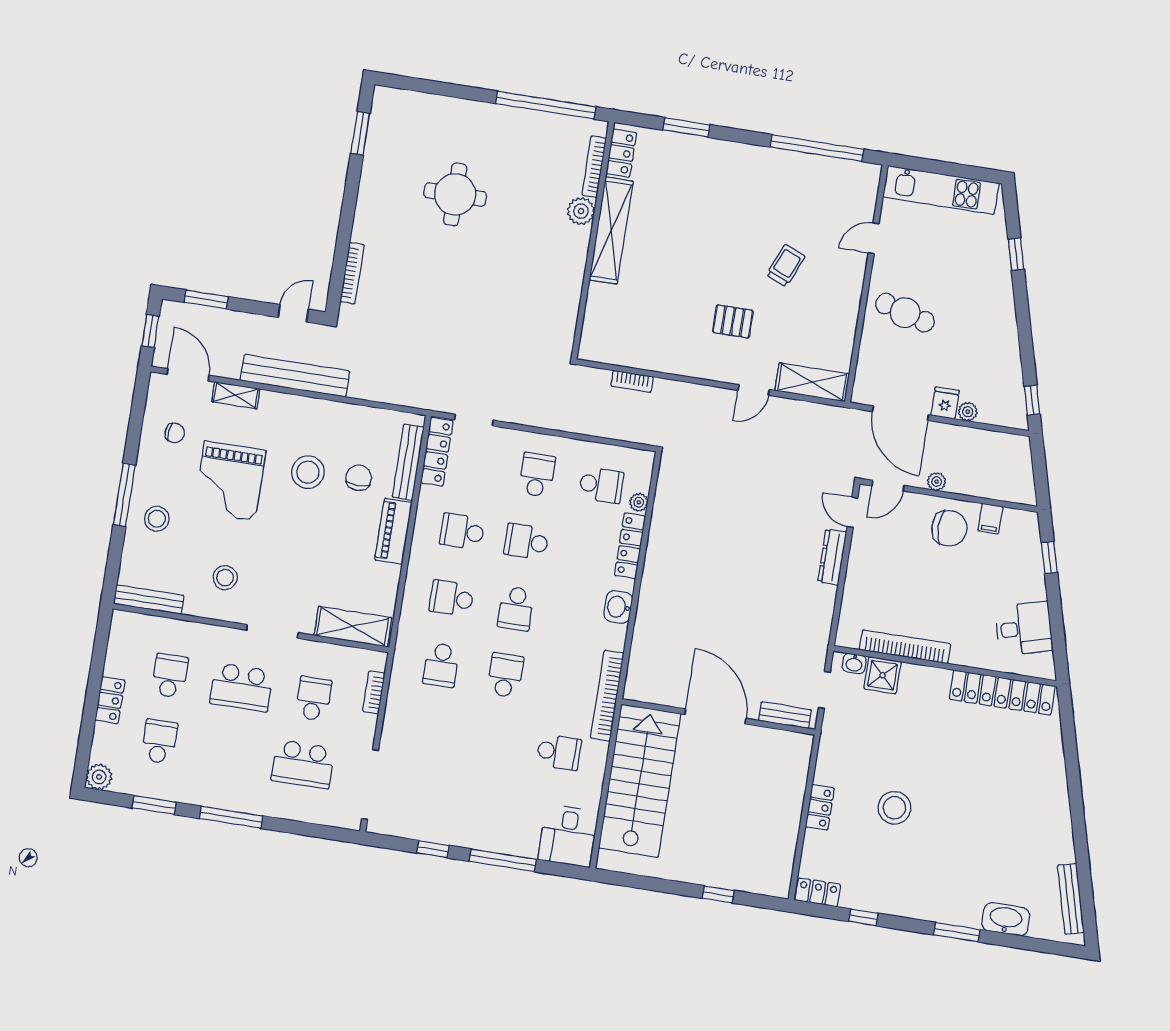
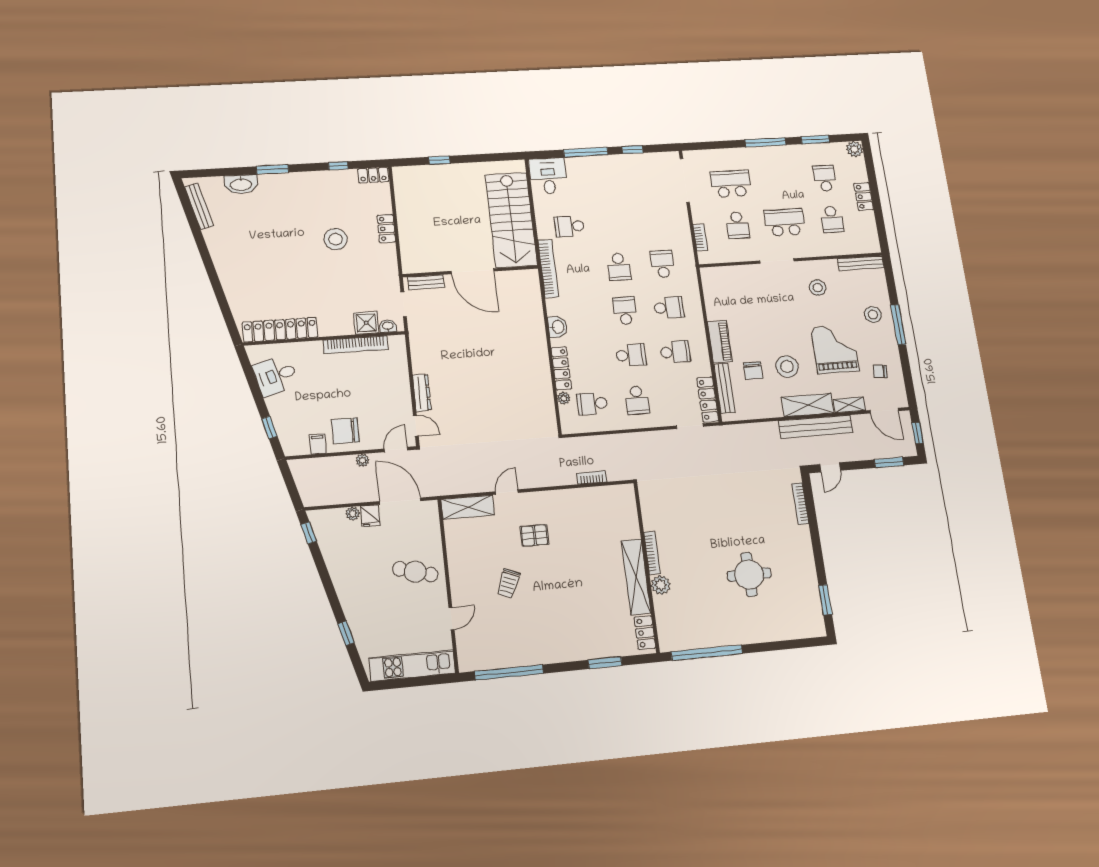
bookcase: (594, 167) -> (652, 553), moved
shelving: (353, 627) -> (808, 405), moved
school desk: (159, 741) -> (825, 178), turned 180

